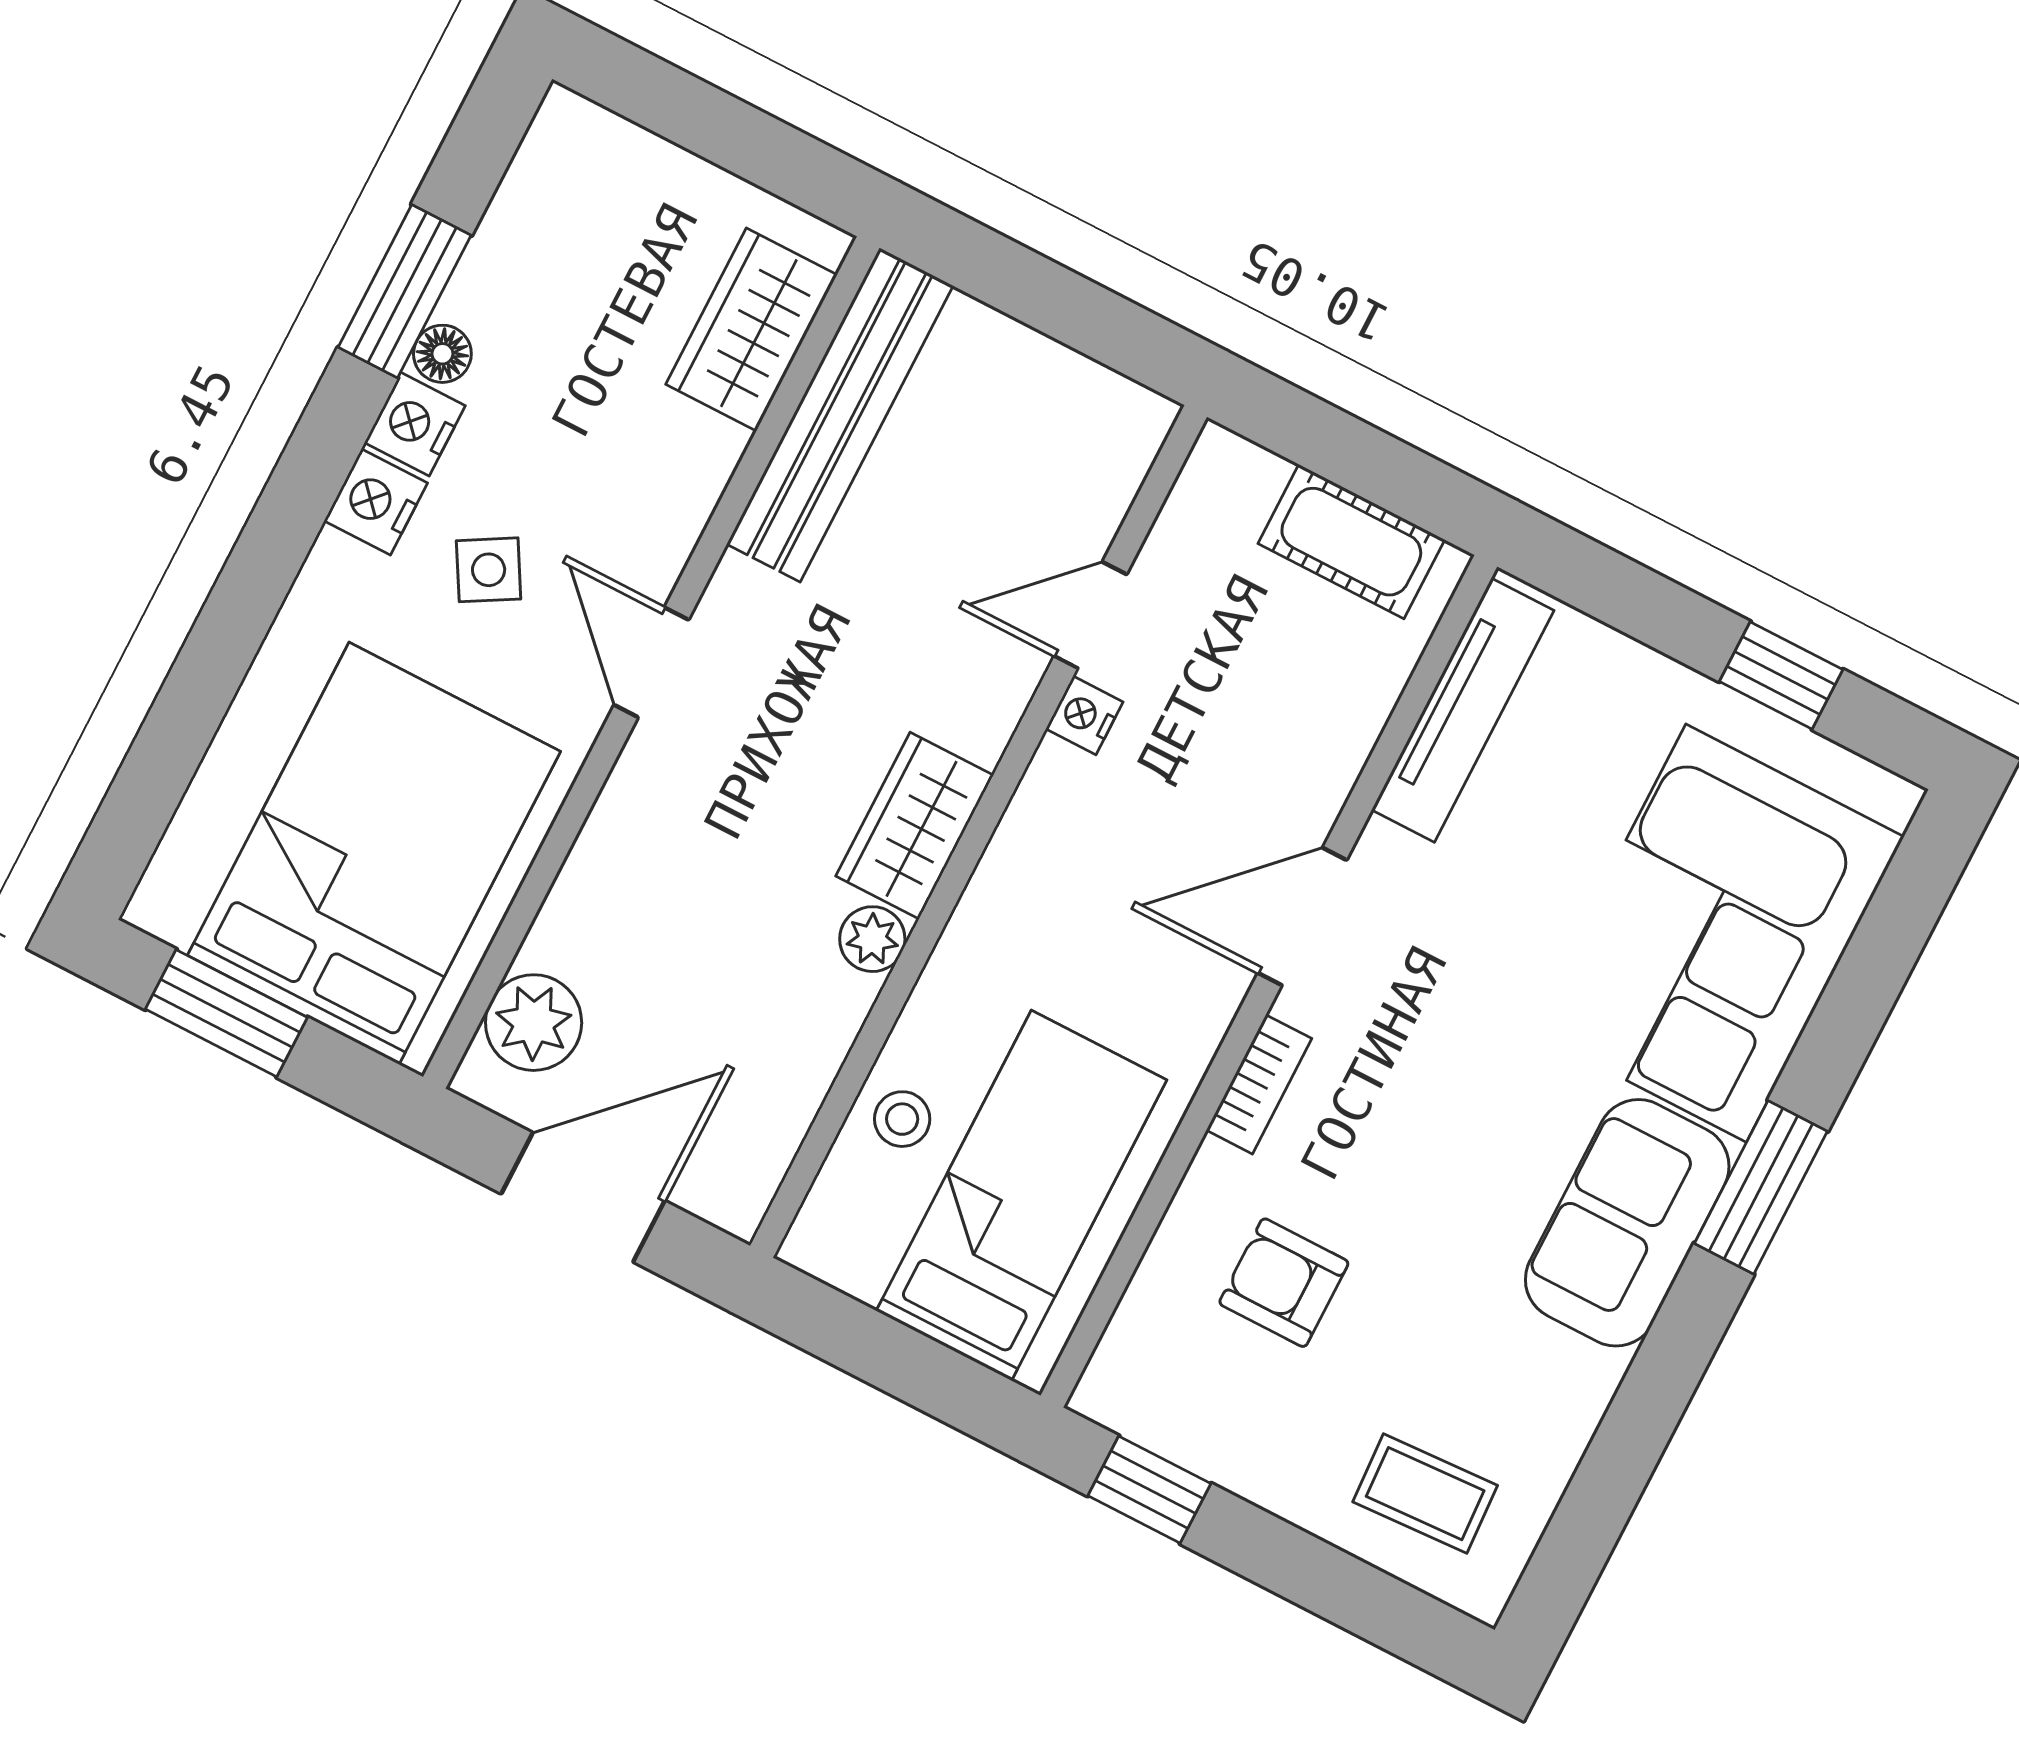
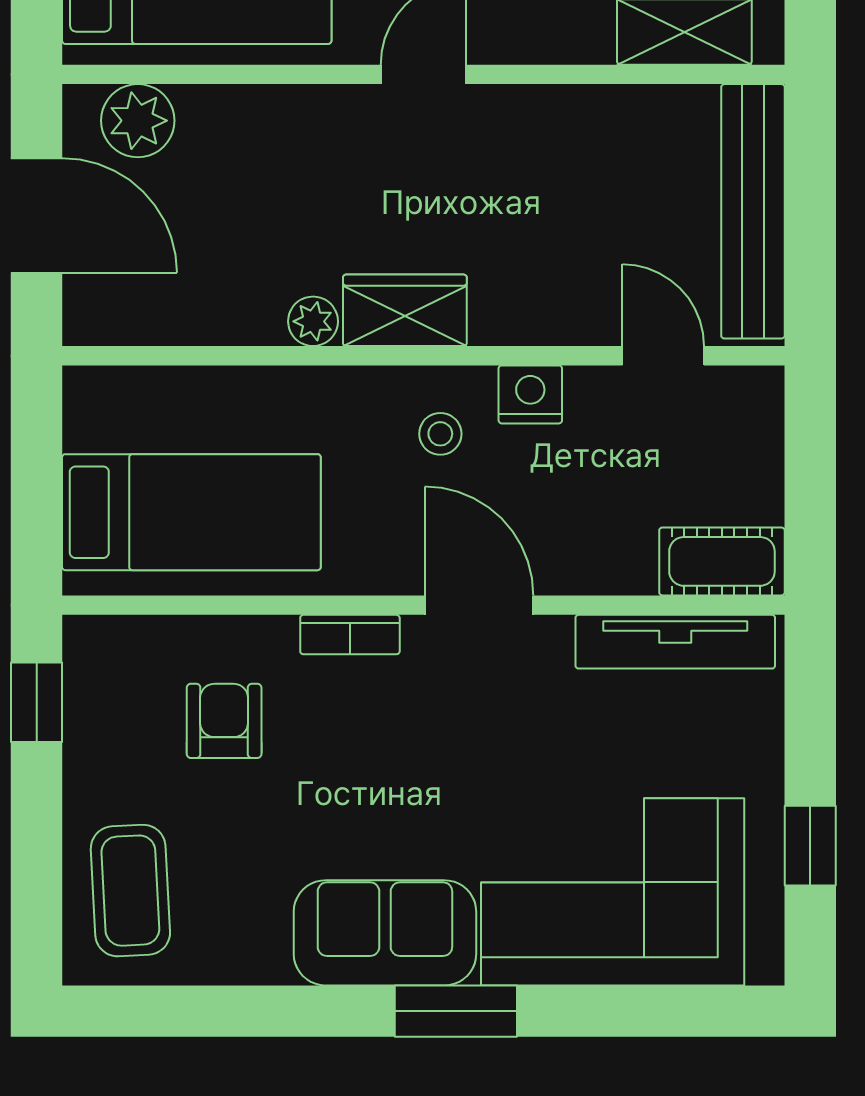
bench: (840, 415) -> (753, 211), moved, turned 90
cot: (1351, 542) -> (722, 561), moved, turned 90
door: (1090, 615) -> (663, 356), moved
nightstand: (1084, 715) -> (530, 394), width x1.39, depth x1.35
stool: (902, 1119) -> (440, 434), moved
coffee table: (1425, 1494) -> (130, 891), width x1.36, depth x1.30

